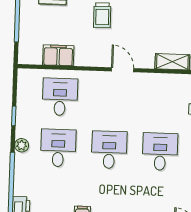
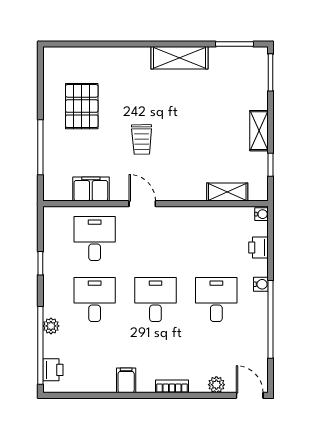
door: (123, 70) -> (142, 204), moved
plant: (22, 145) -> (51, 326), moved

